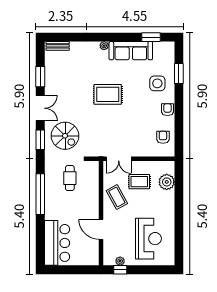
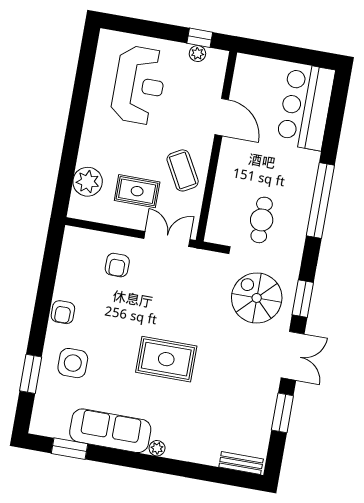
double door: (40, 108) -> (293, 356), swing flipped
armchair: (163, 137) -> (117, 265), moved
reception desk: (148, 239) -> (139, 85), turned 180

